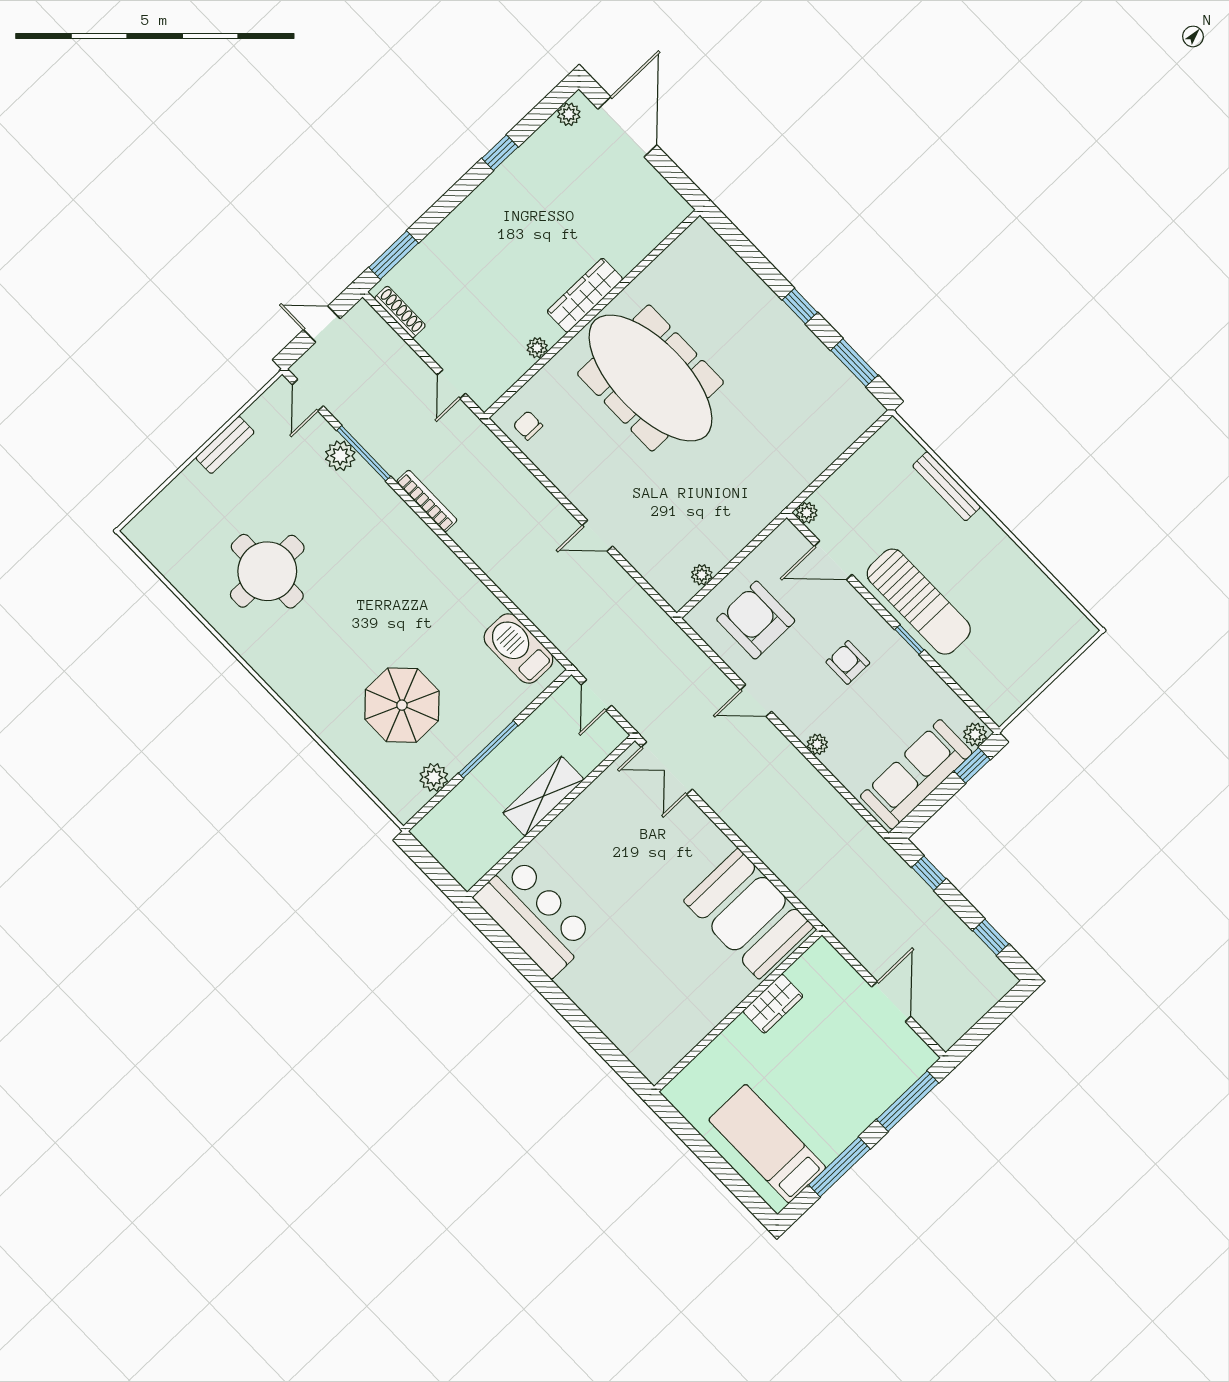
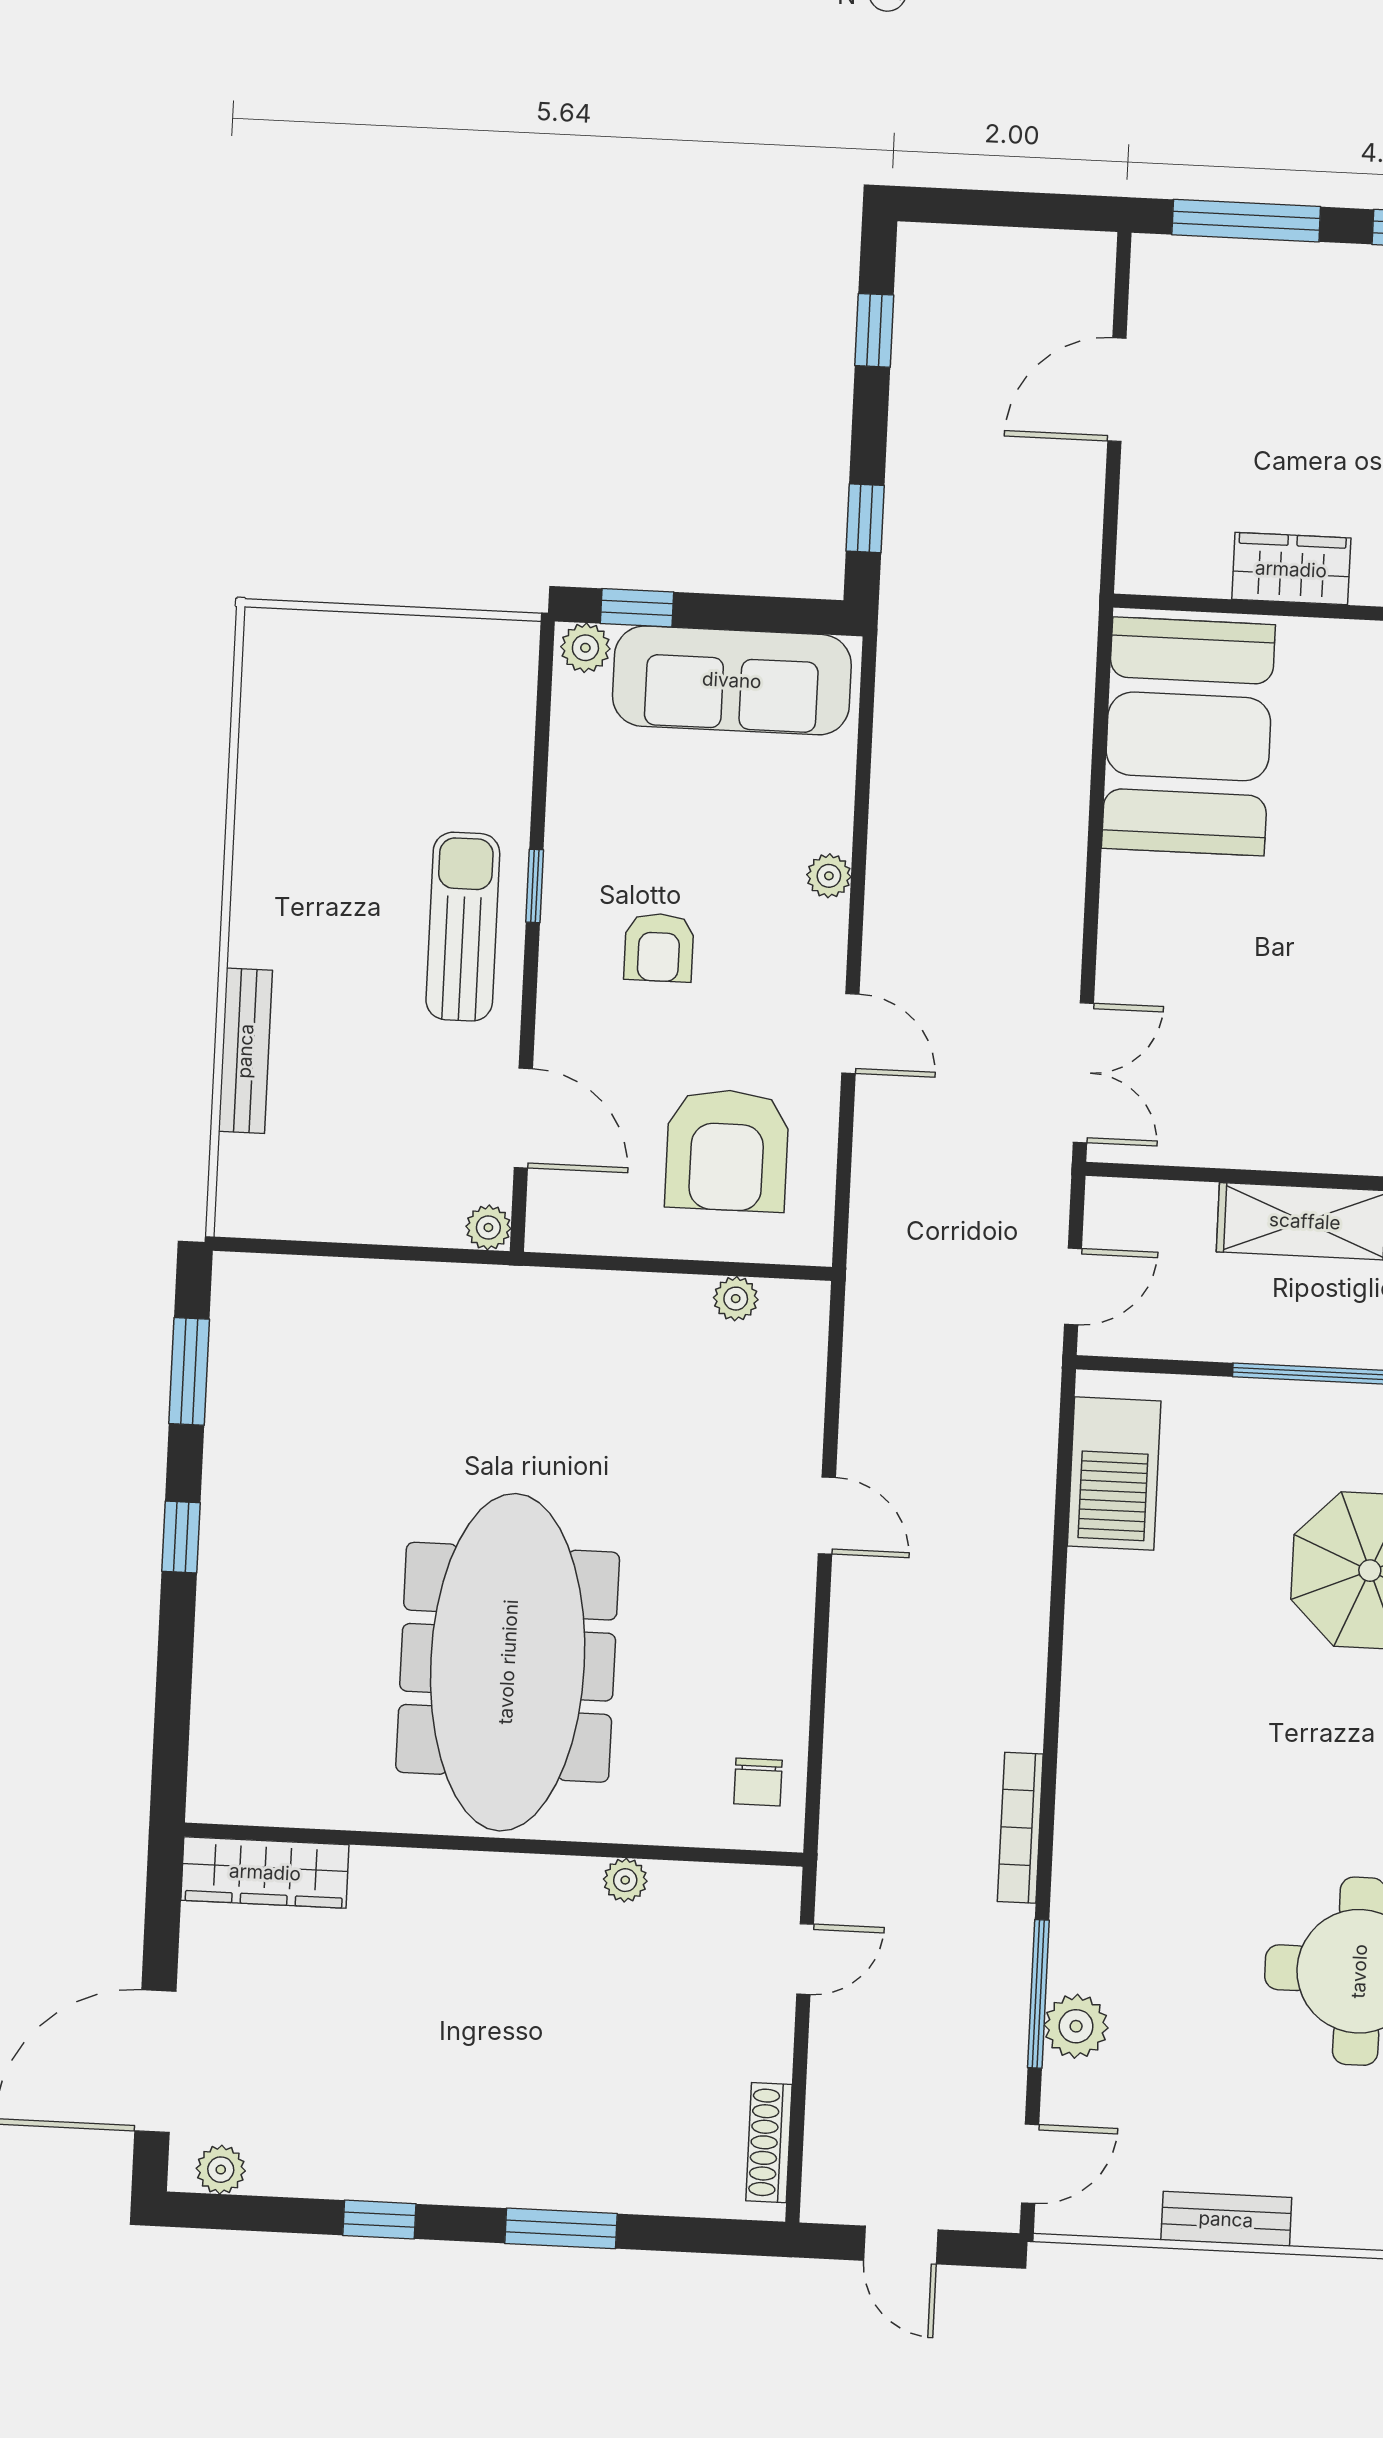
window: (394, 255) -> (561, 2228), moved
wardrobe: (585, 295) -> (265, 1872), moved
sun lounger: (919, 602) -> (463, 927), width x0.73, depth x0.75

